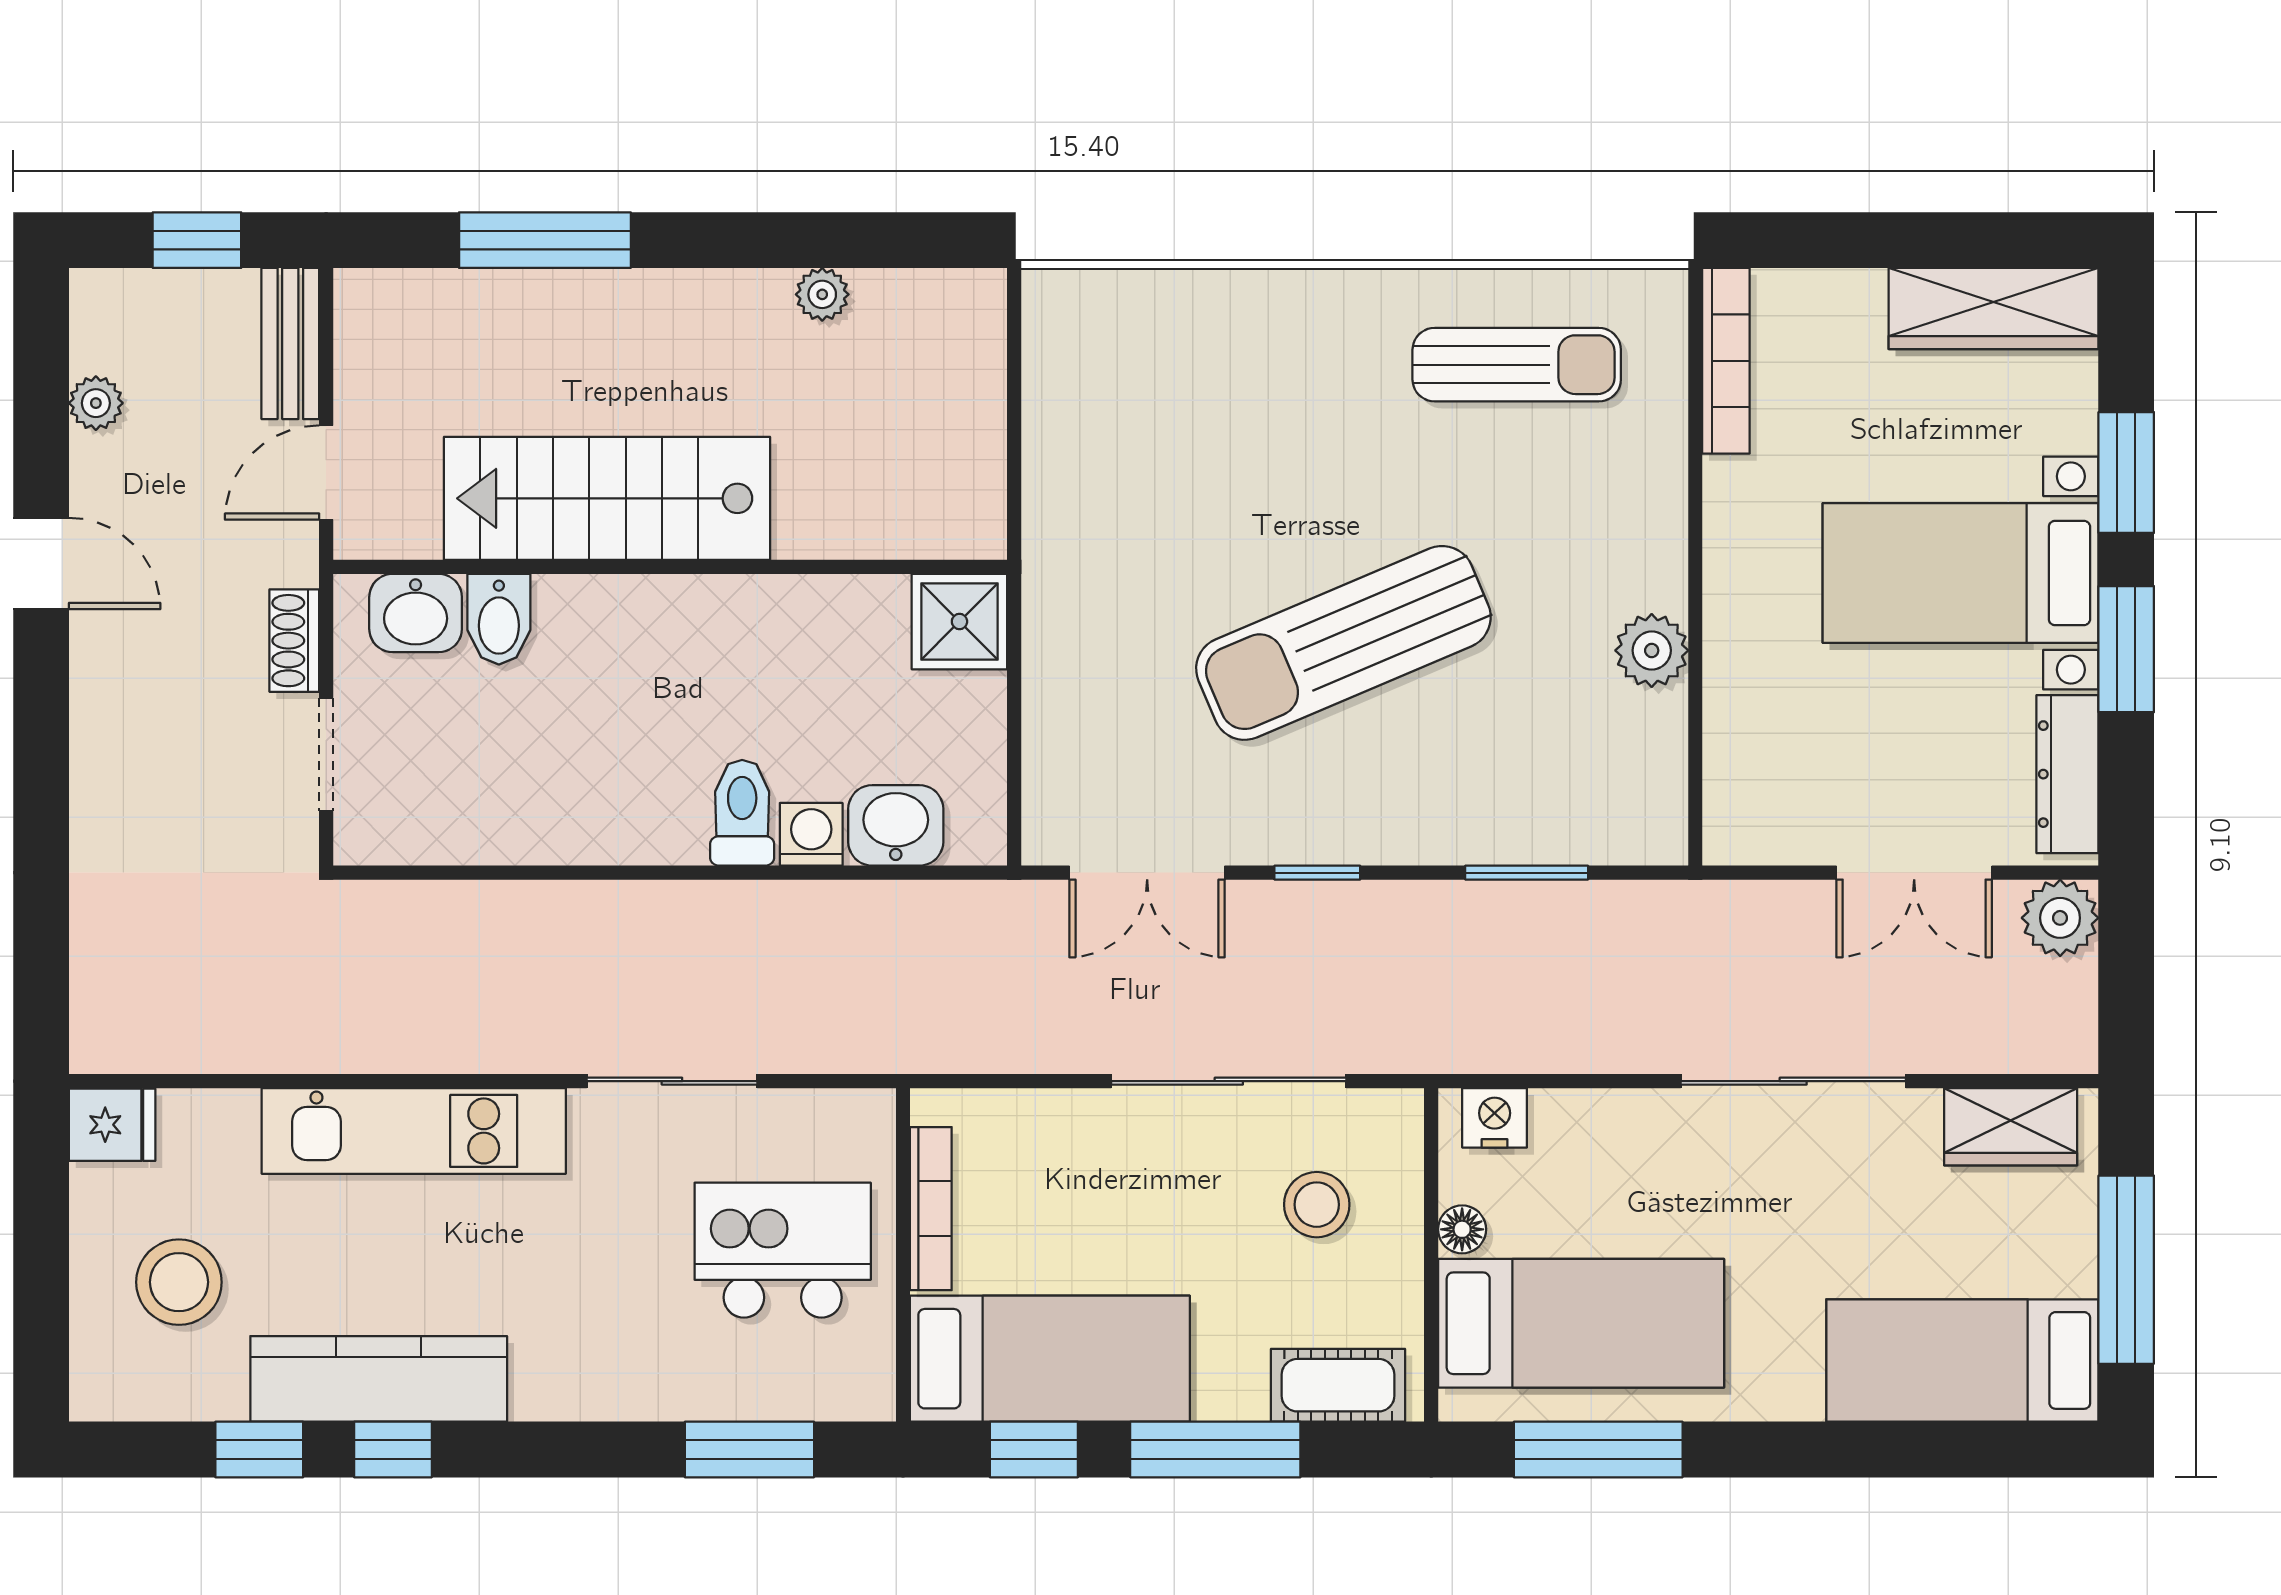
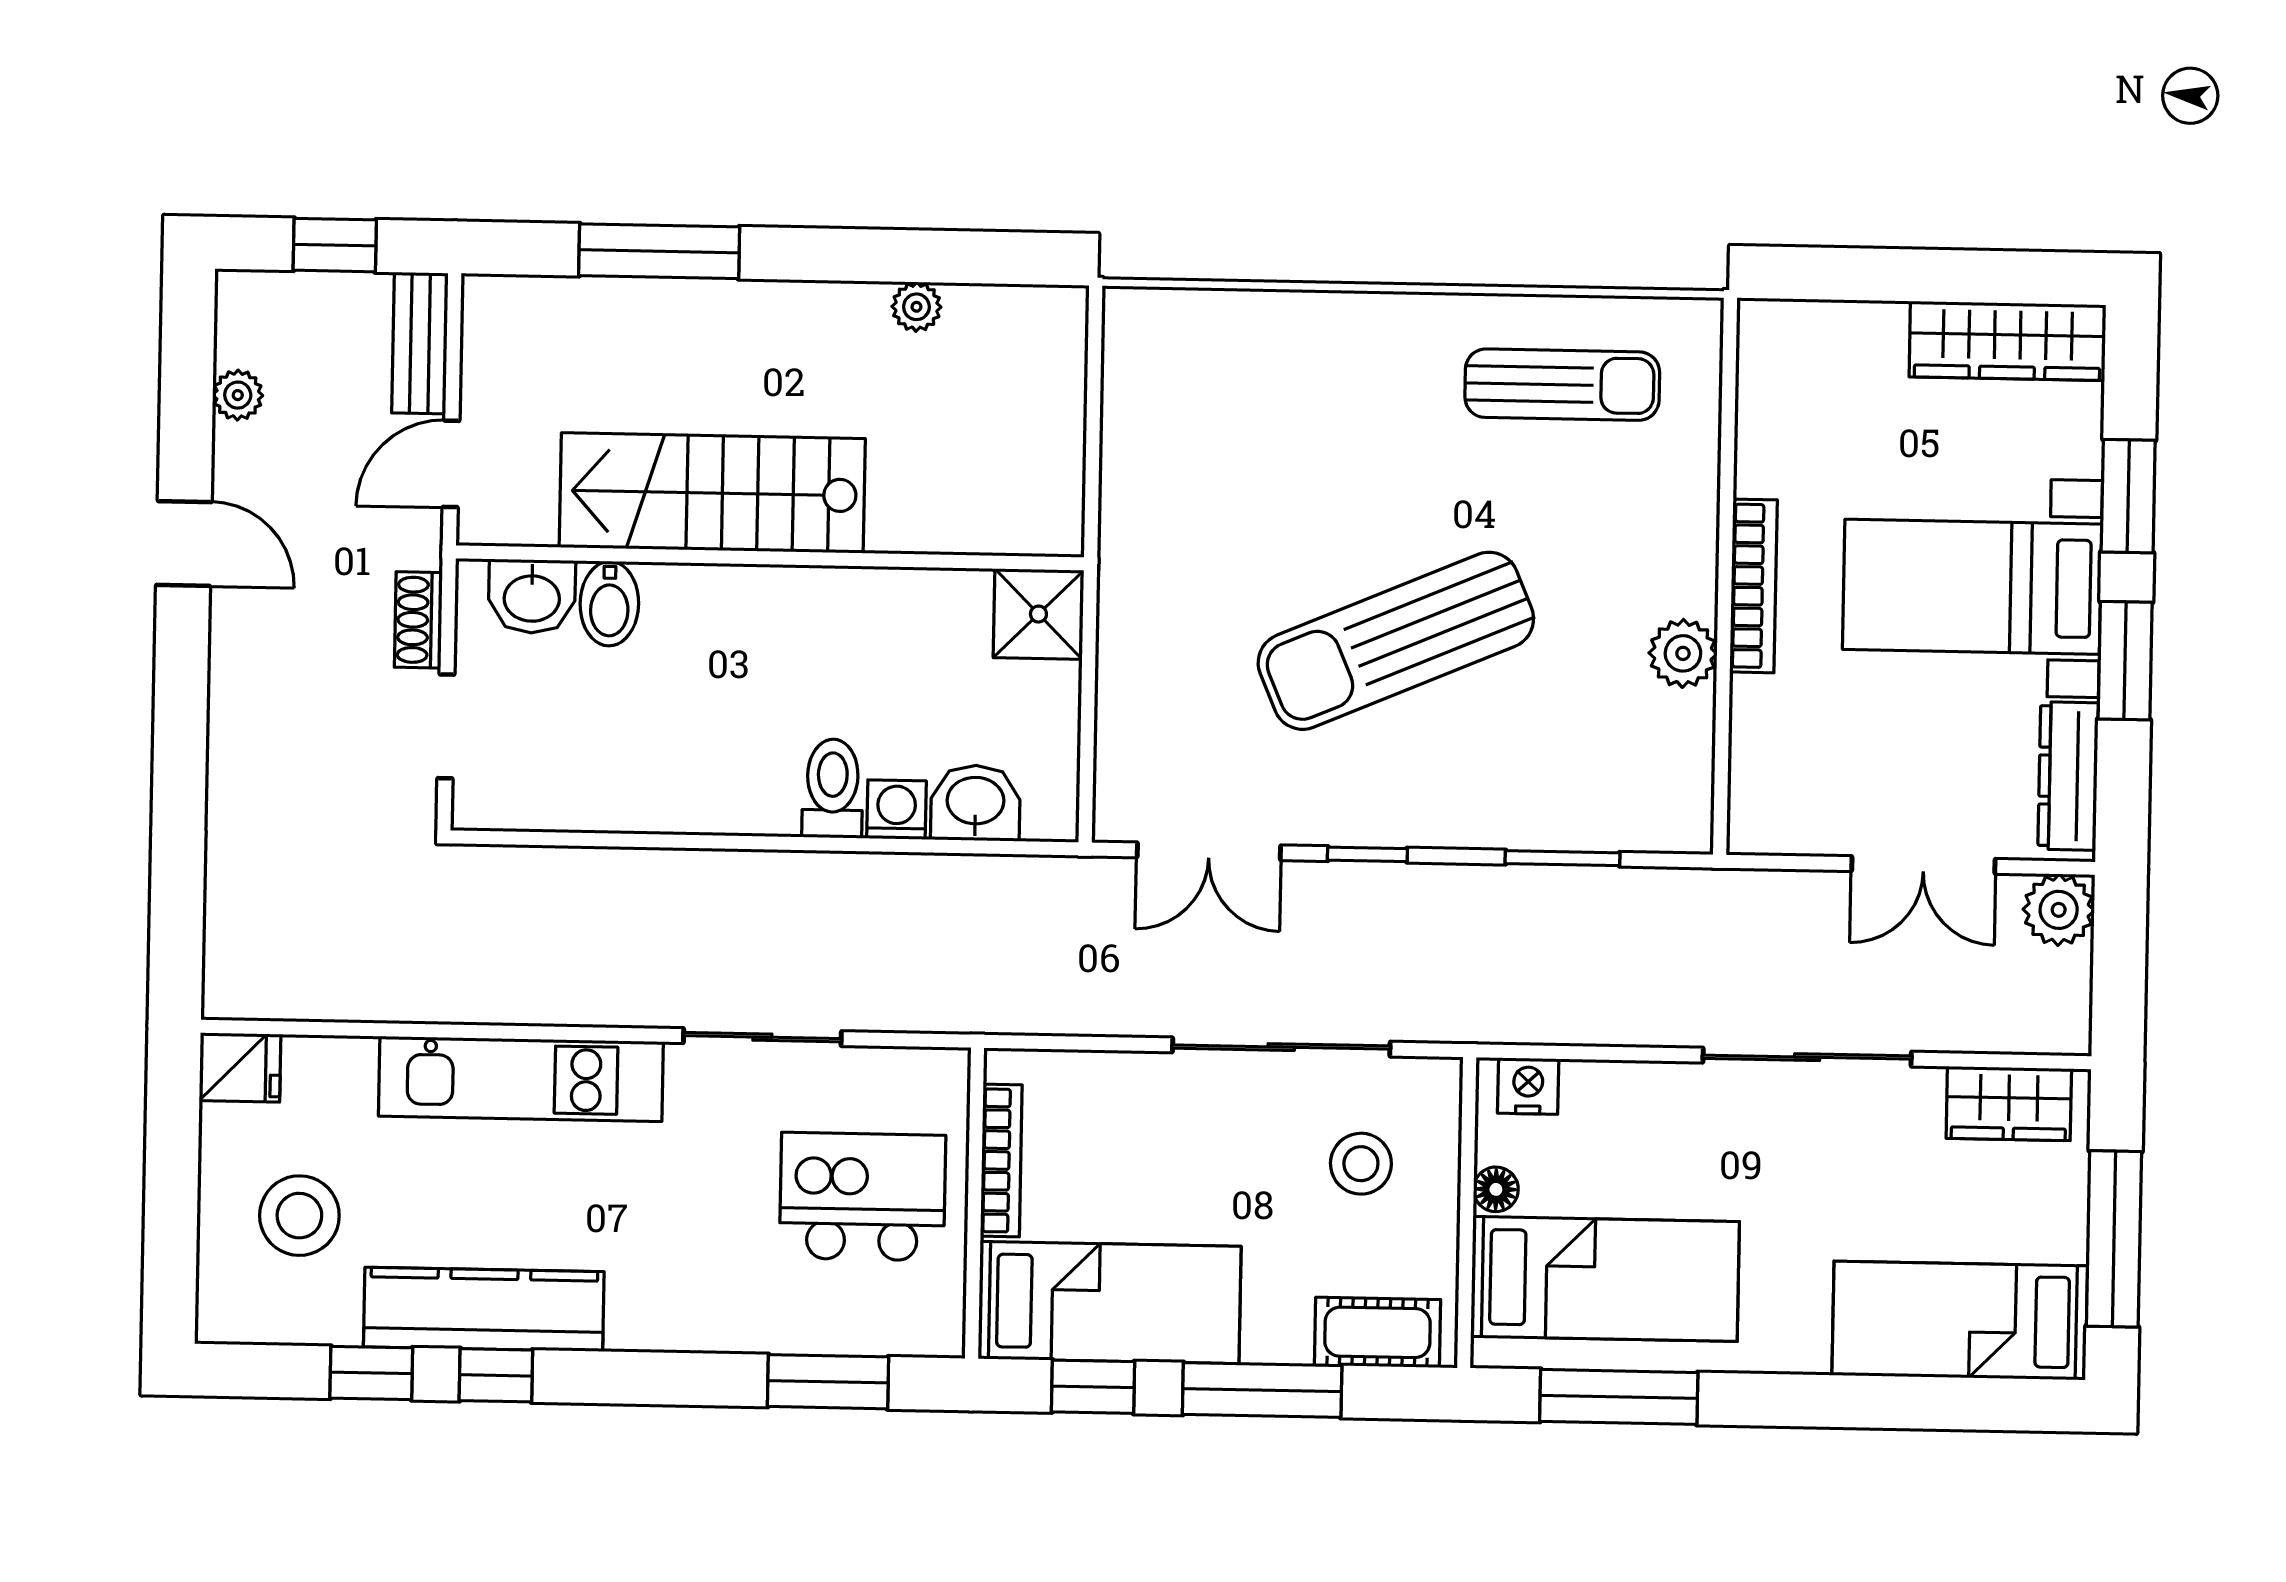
bookcase: (1726, 361) -> (1753, 586), moved

